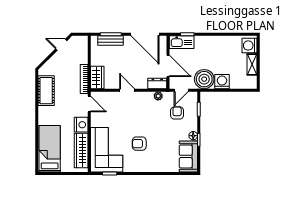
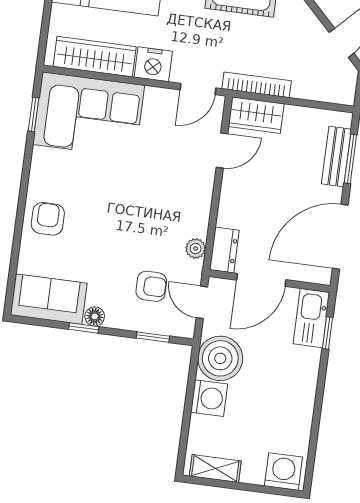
shelving: (252, 64) -> (215, 469), moved
door: (127, 90) -> (222, 150), moved
armchair: (139, 144) -> (48, 219), moved

